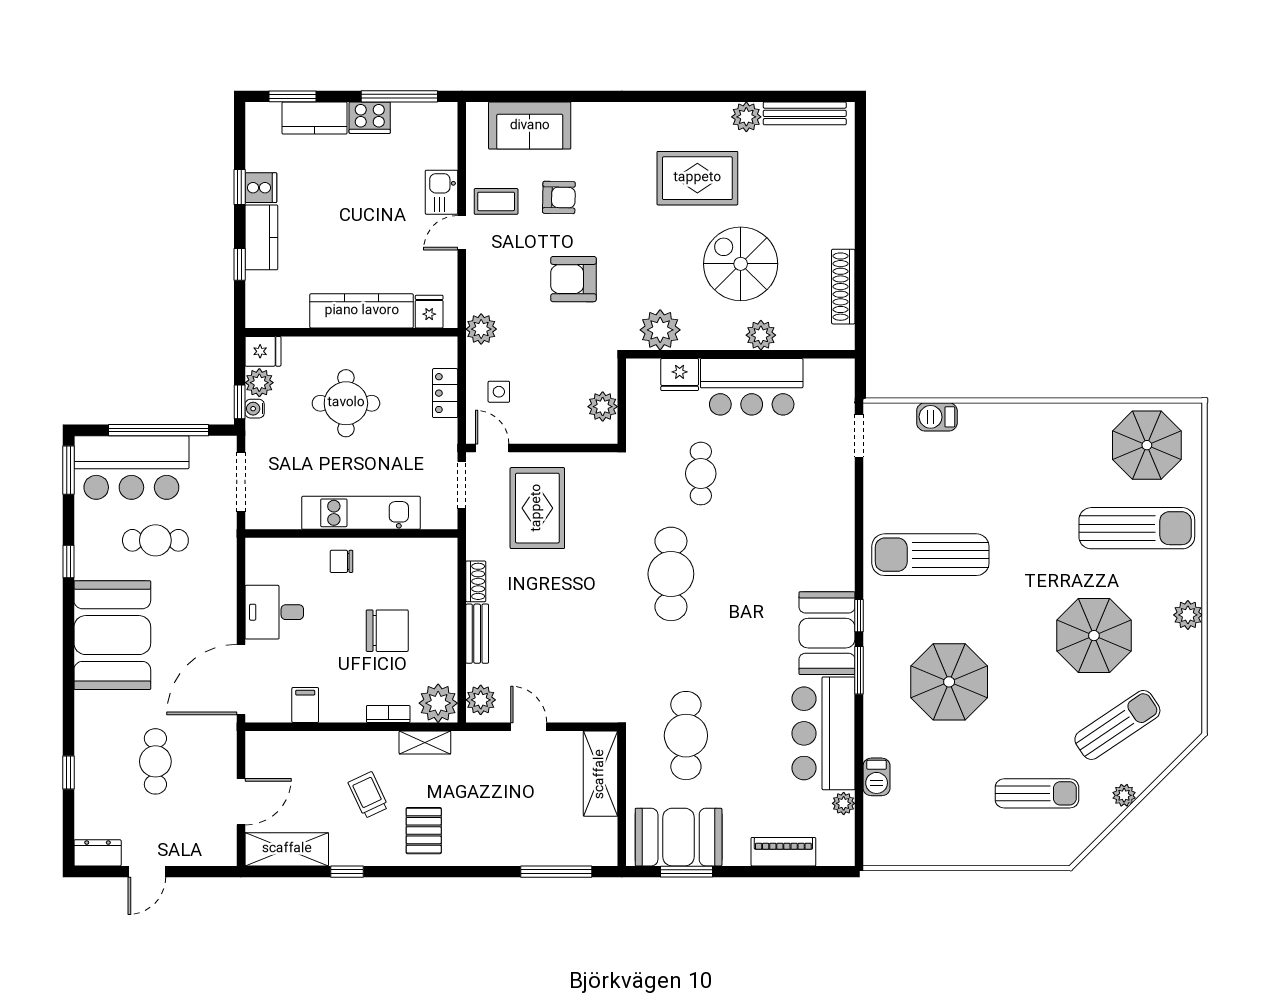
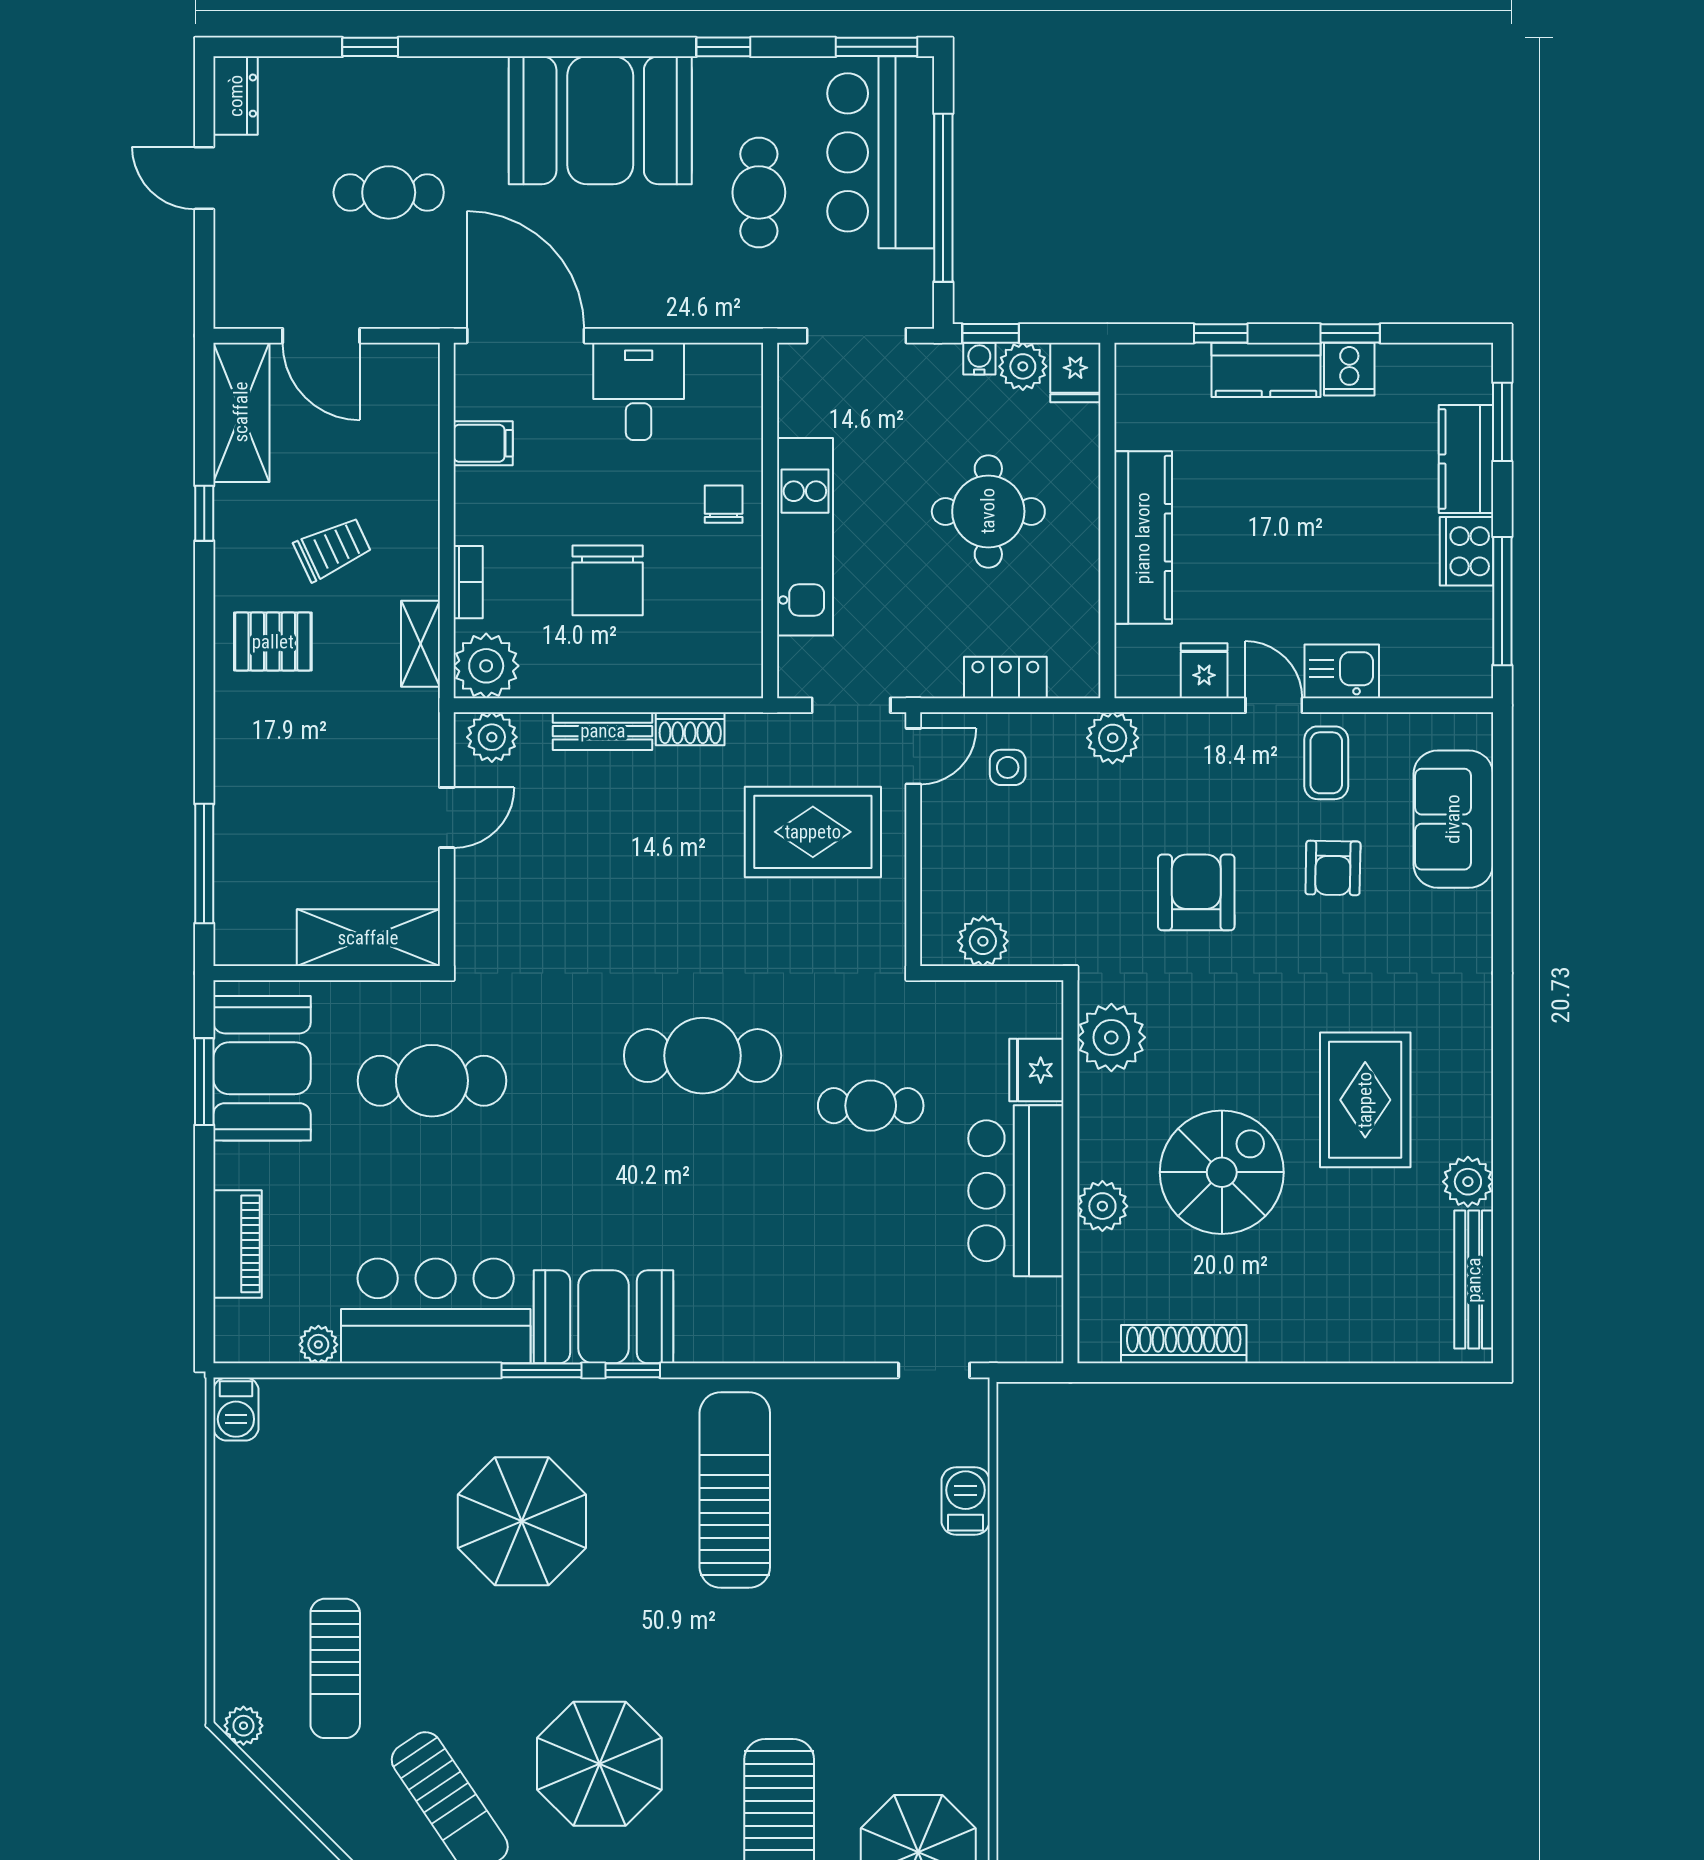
fridge: (429, 312) -> (1204, 671), moved, turned -90
barbecue: (877, 777) -> (236, 1409), moved, turned -90
plant: (1124, 795) -> (243, 1726), moved

